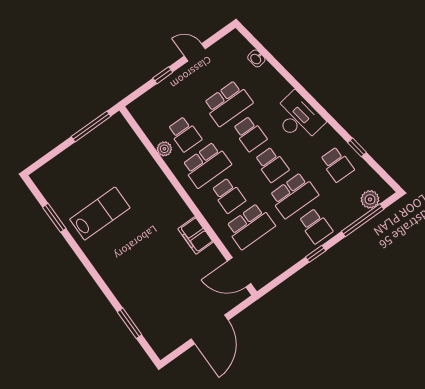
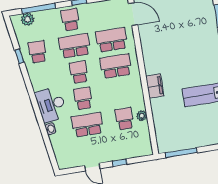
washbasin: (256, 58) -> (50, 129), moved
desk: (298, 118) -> (51, 105), moved
school desk: (206, 165) -> (120, 92), removed
school desk: (228, 195) -> (116, 66), width x1.85
filing cabinet: (196, 235) -> (155, 86), moved

